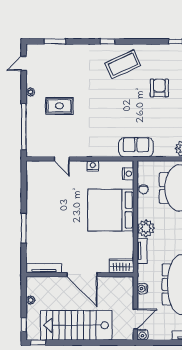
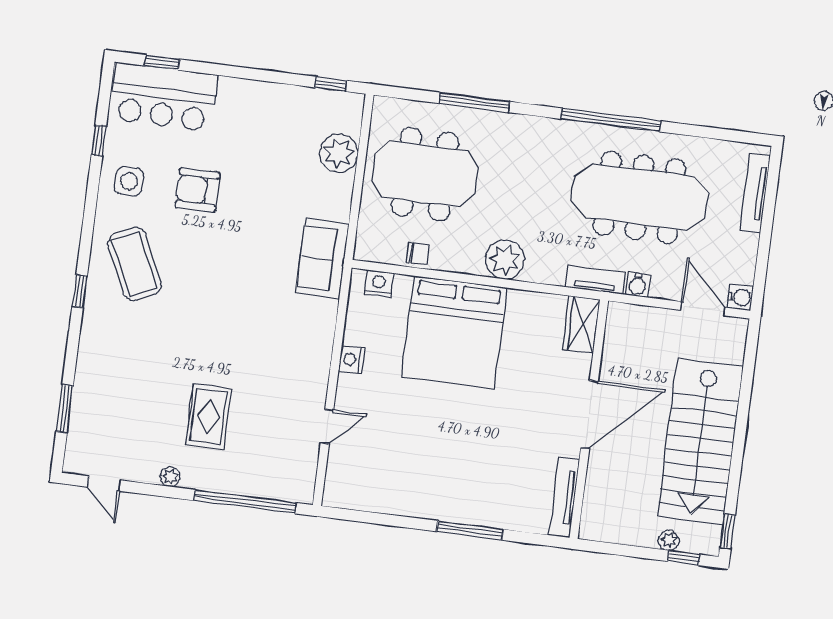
side table: (159, 57) -> (129, 181), added
tv unit: (142, 251) -> (595, 280), moved
plant: (31, 300) -> (669, 540), moved

